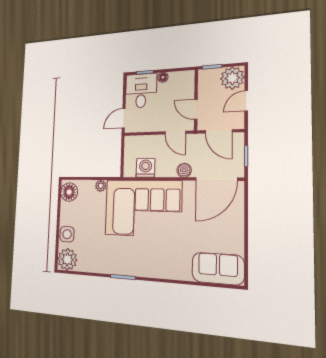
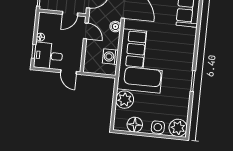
door: (175, 133) -> (86, 31), hinge flipped
plant: (101, 186) -> (125, 100), width x1.88, depth x1.88
floor lamp: (69, 192) -> (135, 125), moved

